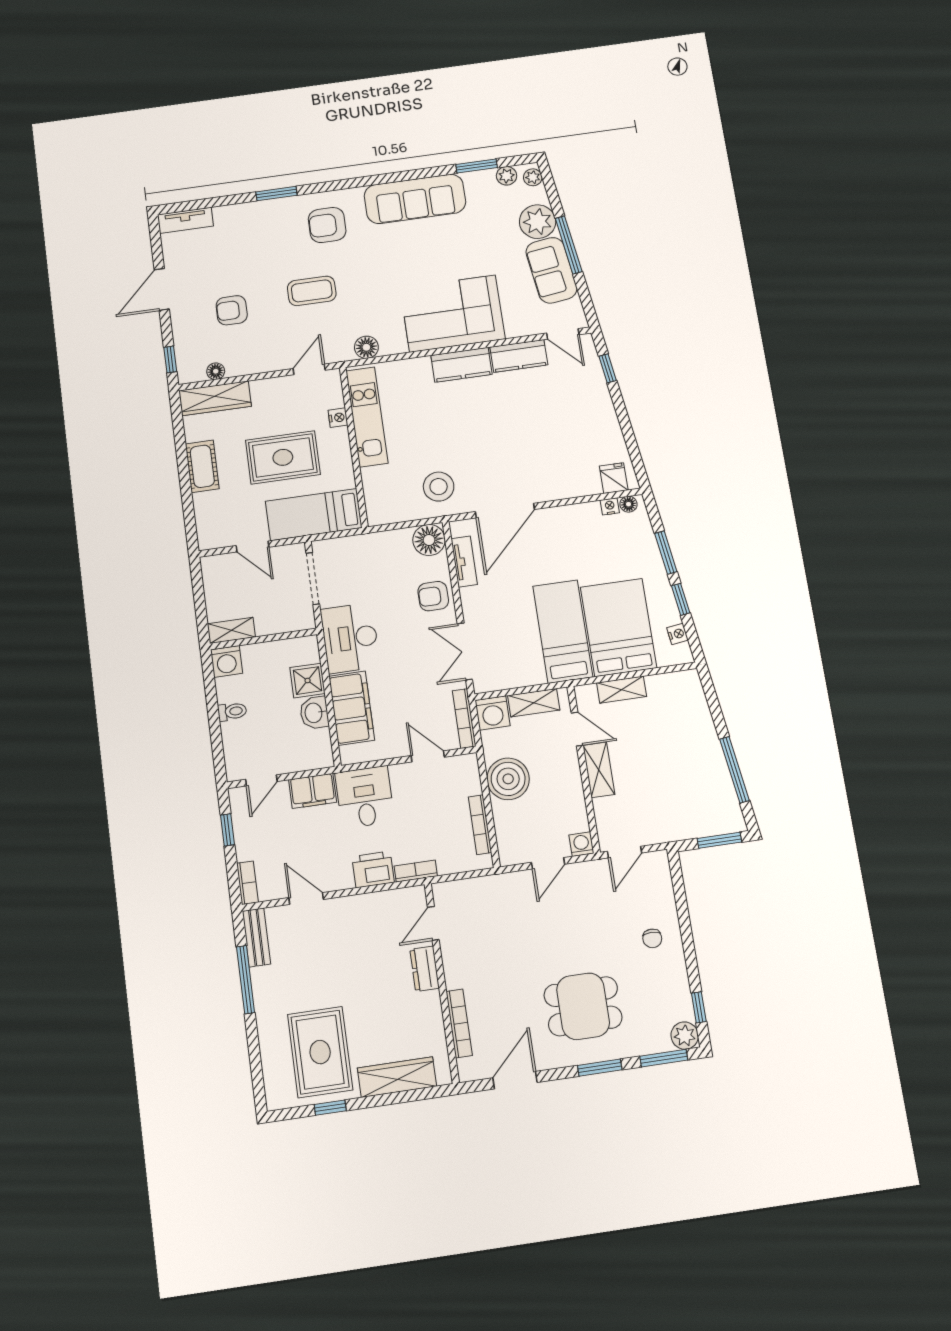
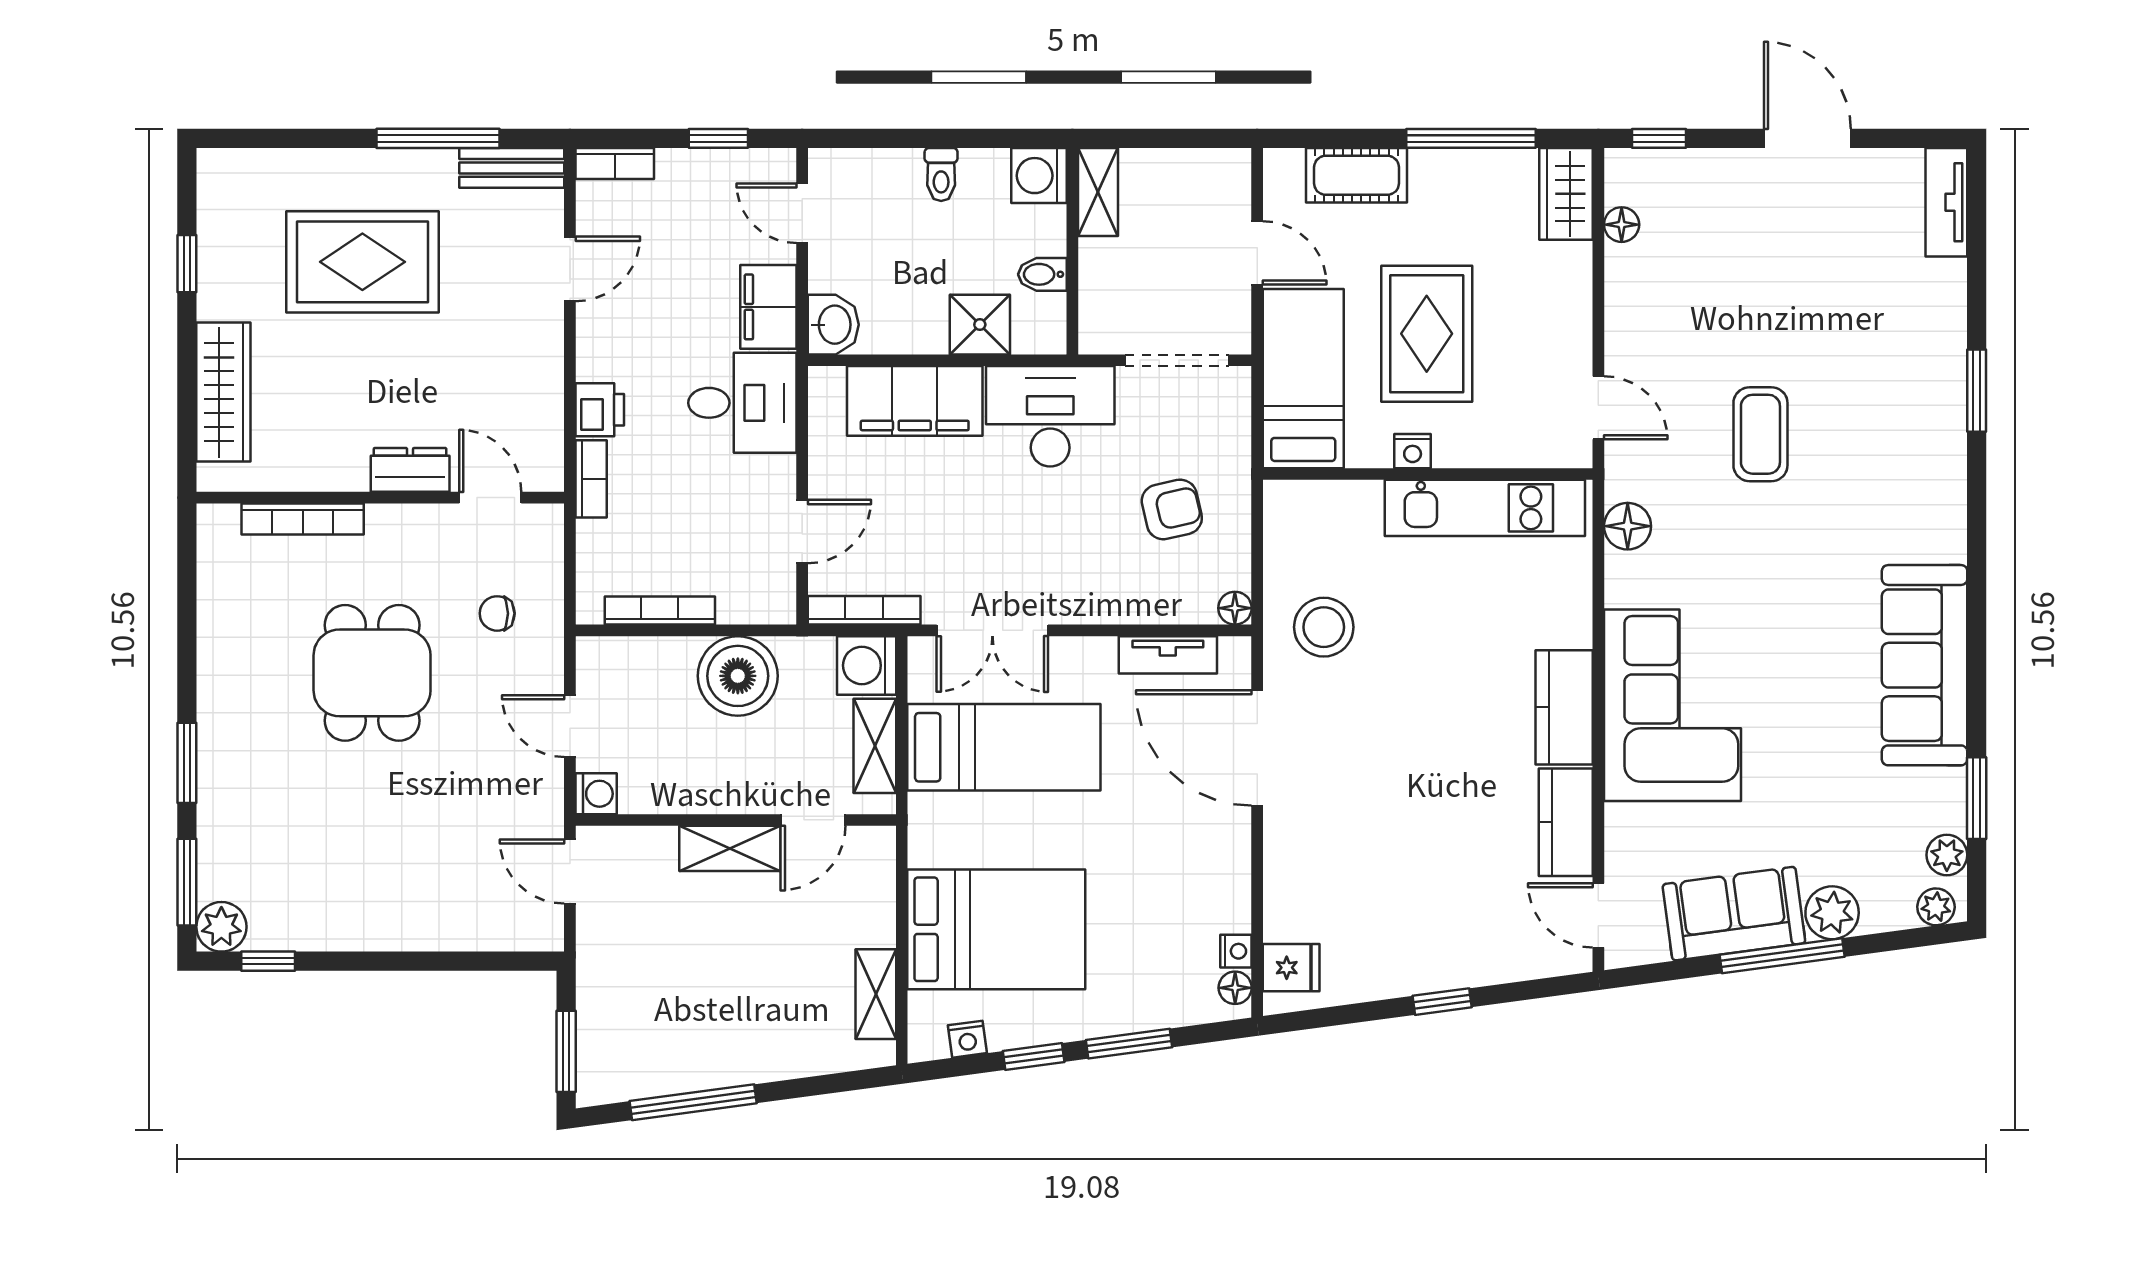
plant: (538, 222) -> (1832, 913), width x0.73, depth x0.73
armchair: (327, 225) -> (1895, 483), removed
armchair: (232, 310) -> (1743, 271), removed
door: (563, 334) -> (1598, 915), hinge flipped
window: (608, 368) -> (1442, 1002), moved
wardrobe: (215, 398) -> (1566, 194), width x0.67
nightstand: (338, 418) -> (1413, 451), moved
window: (181, 450) -> (1471, 138), added
cot: (202, 466) -> (1357, 175), moved
floor lamp: (429, 540) -> (1235, 608), width x0.53, depth x0.53
door: (253, 546) -> (1257, 253), swing flipped
armchair: (433, 596) -> (1172, 509), moved, turned 77
bed: (563, 631) -> (1004, 747), moved
double door: (465, 651) -> (992, 630), swing flipped
bidet: (277, 652) -> (1042, 274), added
shelving: (622, 690) -> (876, 994), moved
washbasin: (314, 713) -> (833, 325), moved, turned 90
printer: (373, 869) -> (600, 410), width x0.73, depth x0.81
chair: (652, 938) -> (497, 613), moved
dining table: (583, 1006) -> (372, 673), moved
rug: (320, 1052) -> (362, 262), moved
door: (515, 1080) -> (187, 606), removed

